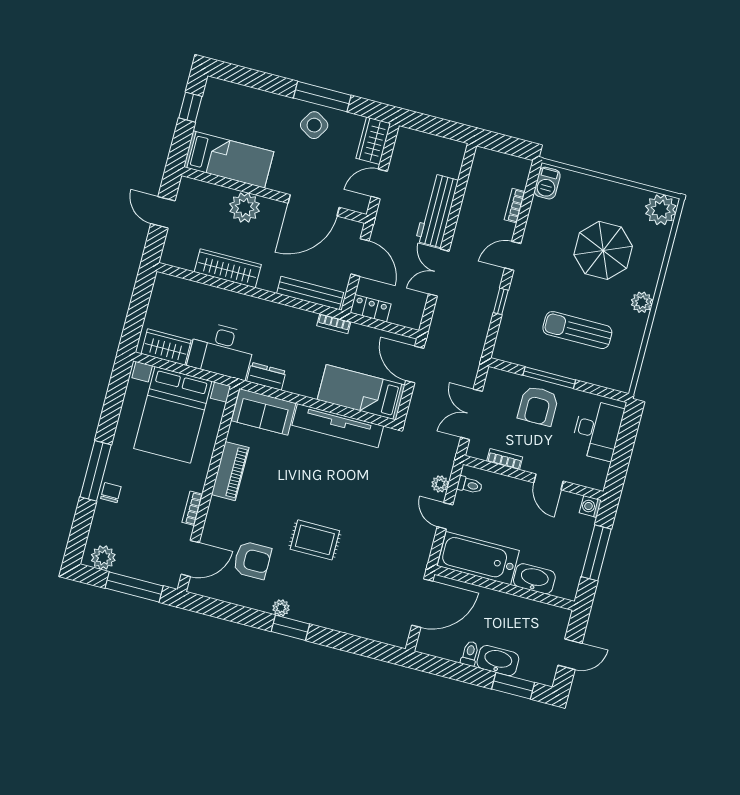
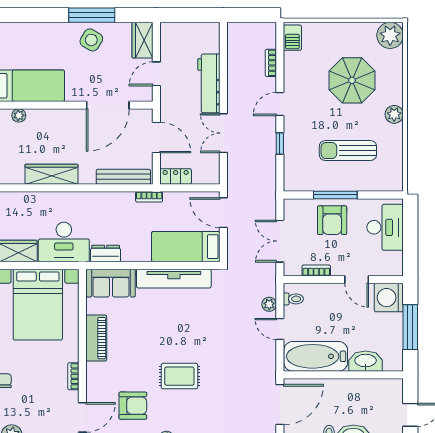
plant: (245, 208) -> (19, 115), moved, width x0.53, depth x0.53
washing machine: (590, 506) -> (389, 298), width x1.89, depth x1.89

